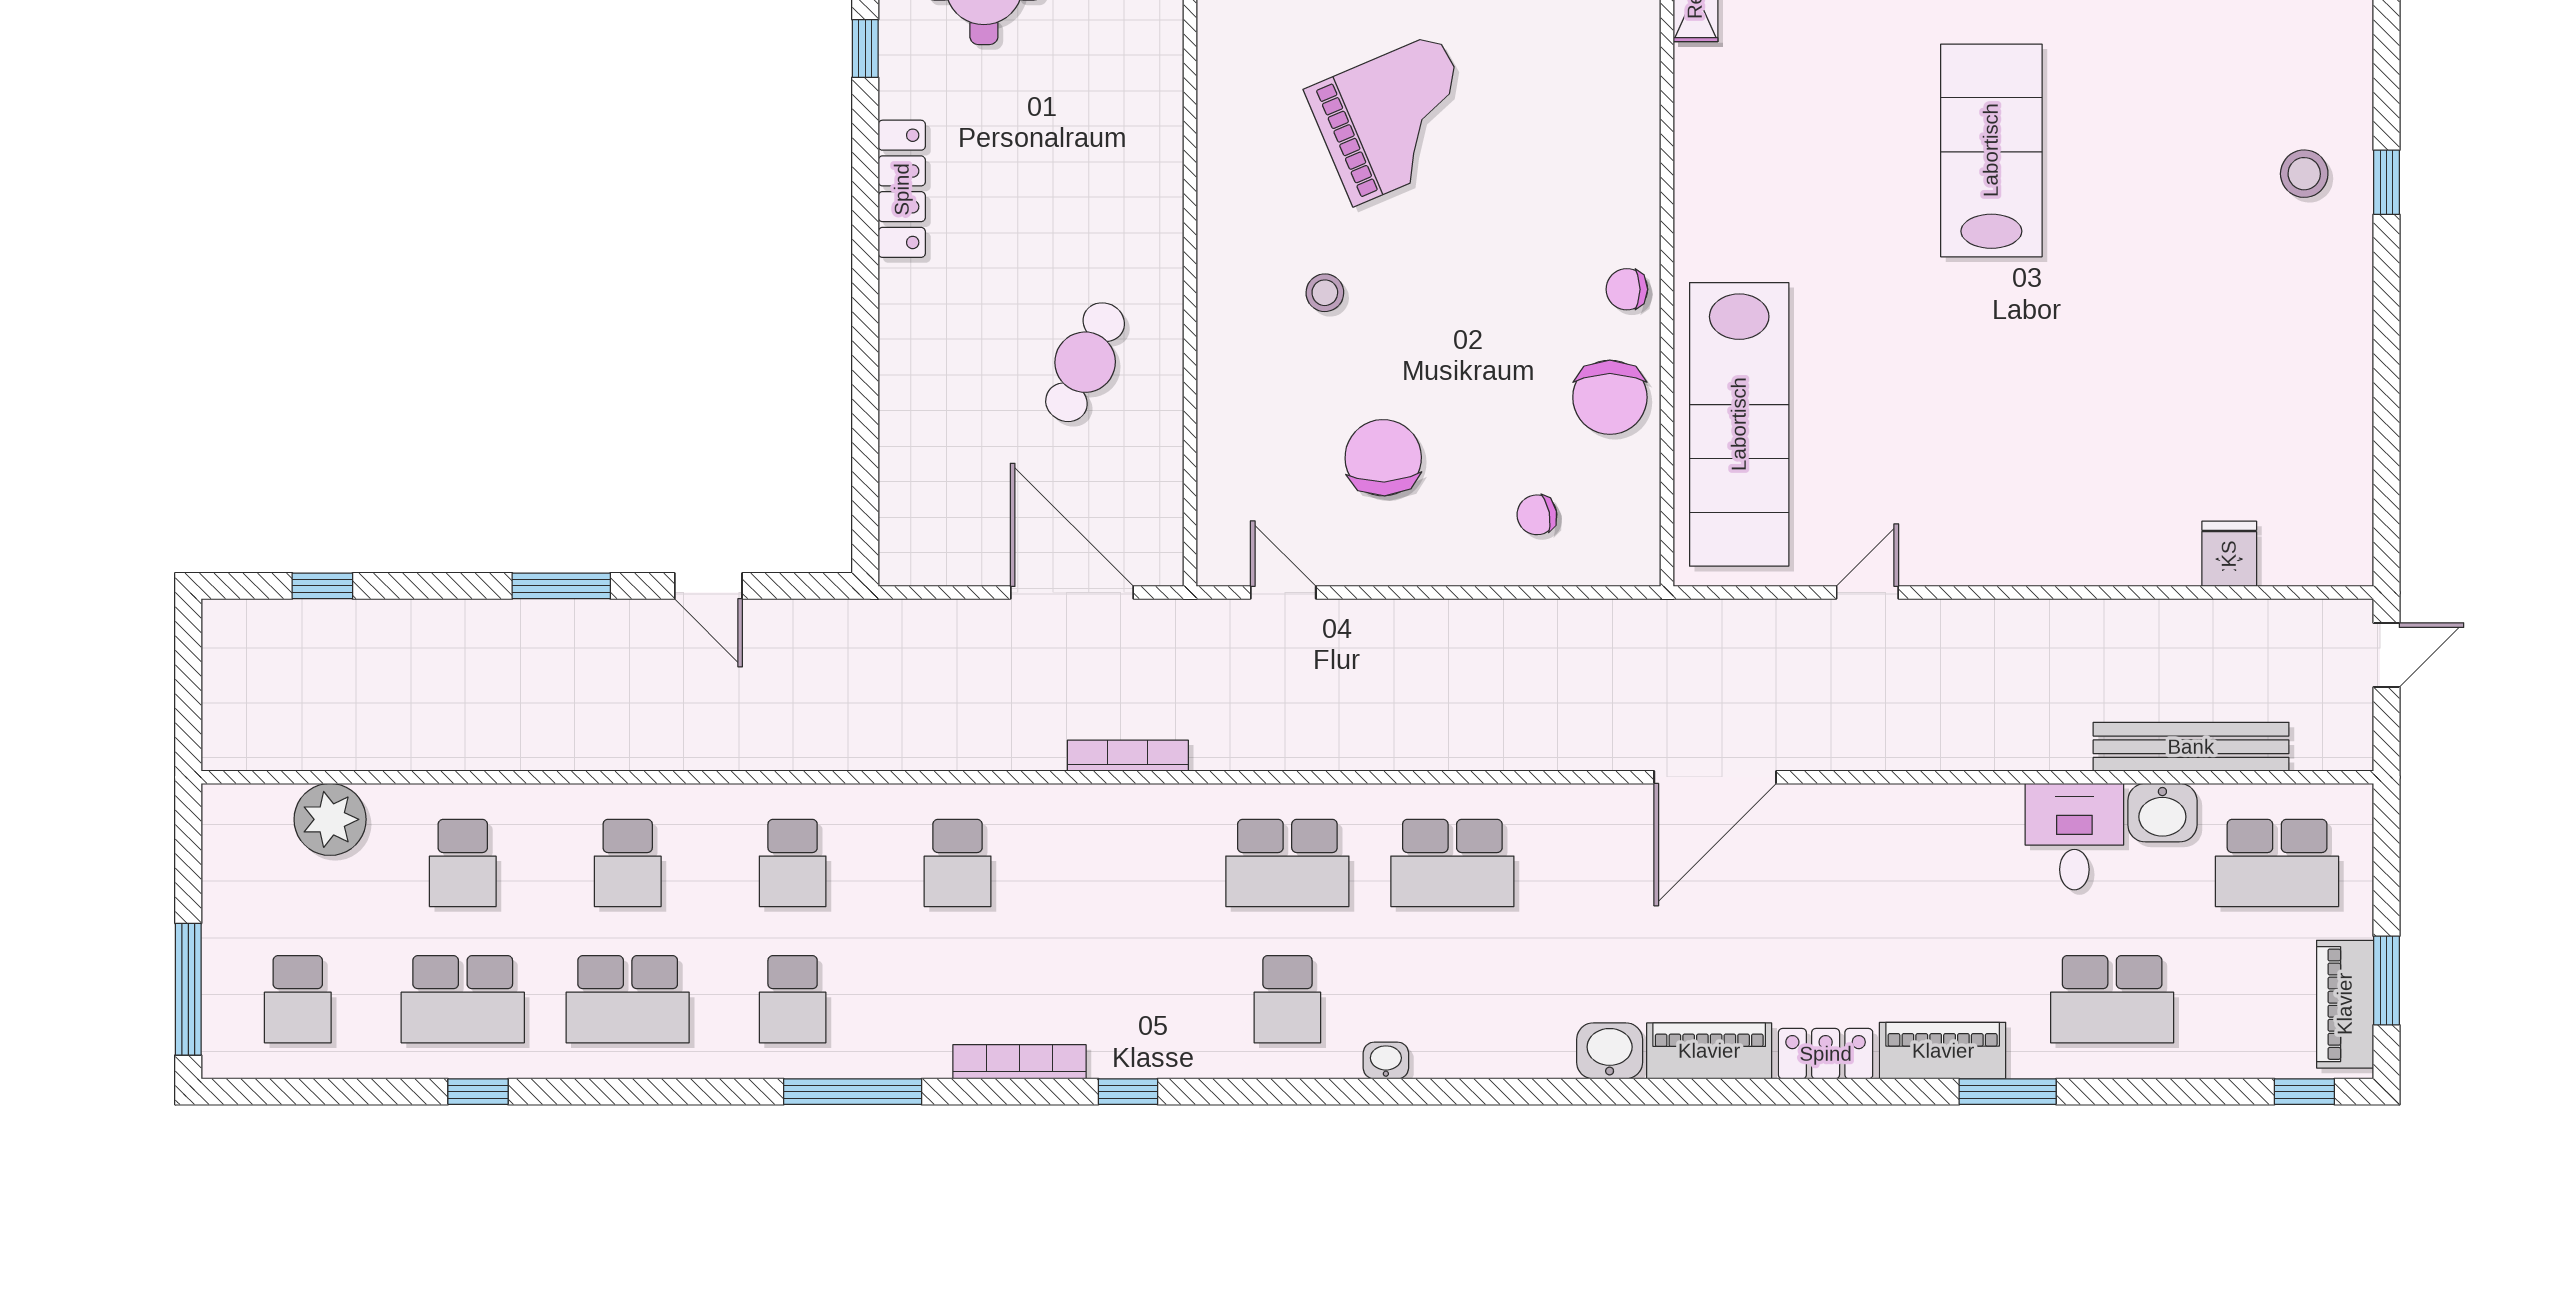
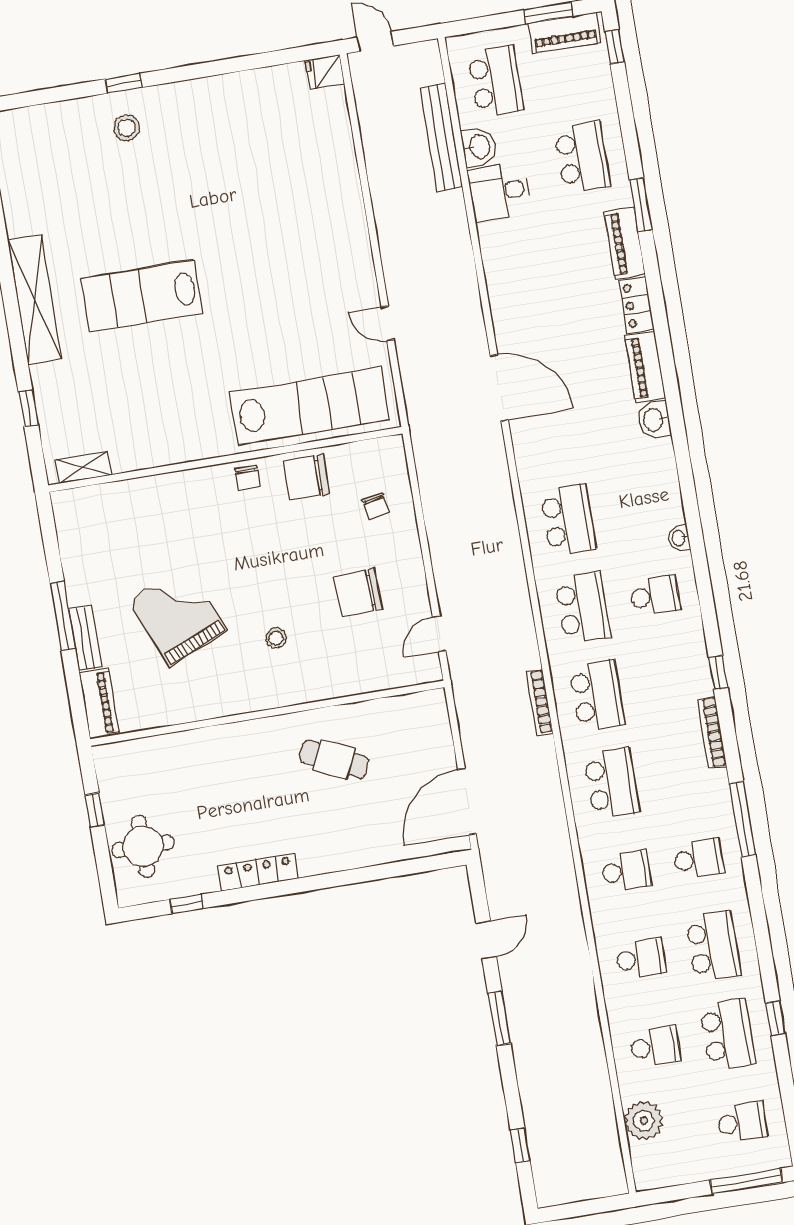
chair: (1610, 397) -> (307, 477), turned 180
fridge: (2229, 554) -> (325, 72), moved
door: (1072, 593) -> (467, 801), moved
school desk: (958, 863) -> (612, 783), width x1.85
school desk: (1122, 863) -> (597, 695), added

